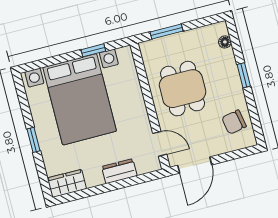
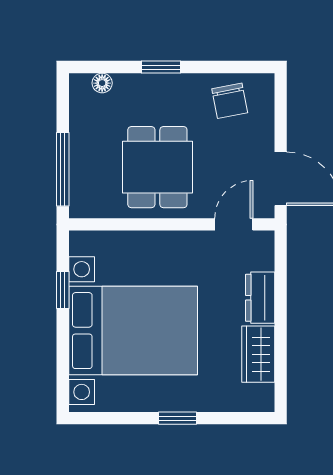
window: (167, 31) -> (63, 169), width x1.44
dining table: (183, 89) -> (157, 167), turned 90
wardrobe: (67, 183) -> (258, 354), moved

